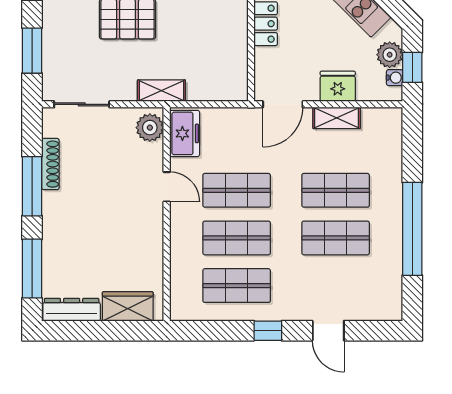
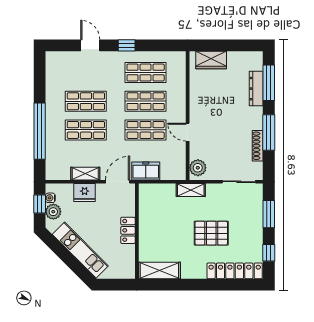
freezer: (185, 133) -> (146, 171), moved, turned 90
window: (412, 229) -> (40, 131), moved
dresser: (72, 310) -> (256, 89), moved, turned 90

